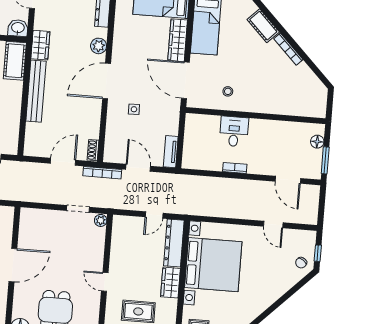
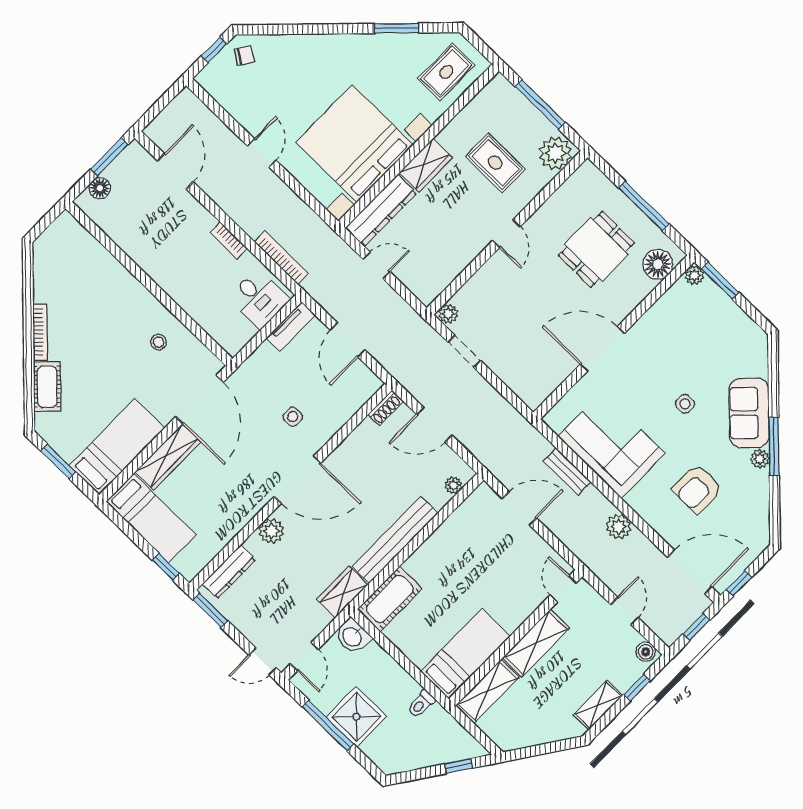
desk: (234, 132) -> (259, 298), moved, turned -90
plant: (30, 141) -> (454, 485), added
bookcase: (102, 173) -> (281, 258), moved
door: (273, 225) -> (262, 153), moved

